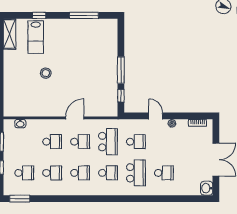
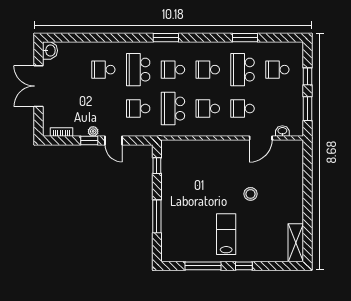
window: (39, 15) -> (244, 266), moved
lab bench: (36, 37) -> (226, 234), moved
window: (121, 70) -> (157, 216), moved
window: (175, 116) -> (89, 141), added
door: (75, 118) -> (261, 138), moved
school desk: (52, 173) -> (243, 70), width x1.85
window: (20, 199) -> (245, 38), moved
window: (114, 199) -> (166, 38), added

